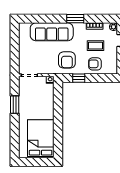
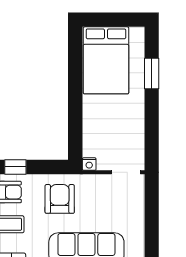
window: (79, 78) -> (15, 167), moved
window: (15, 105) -> (152, 73), moved

